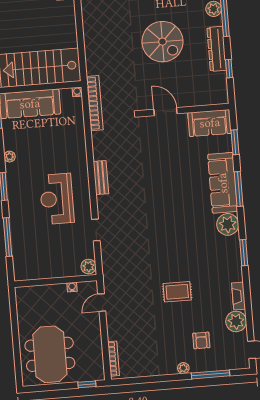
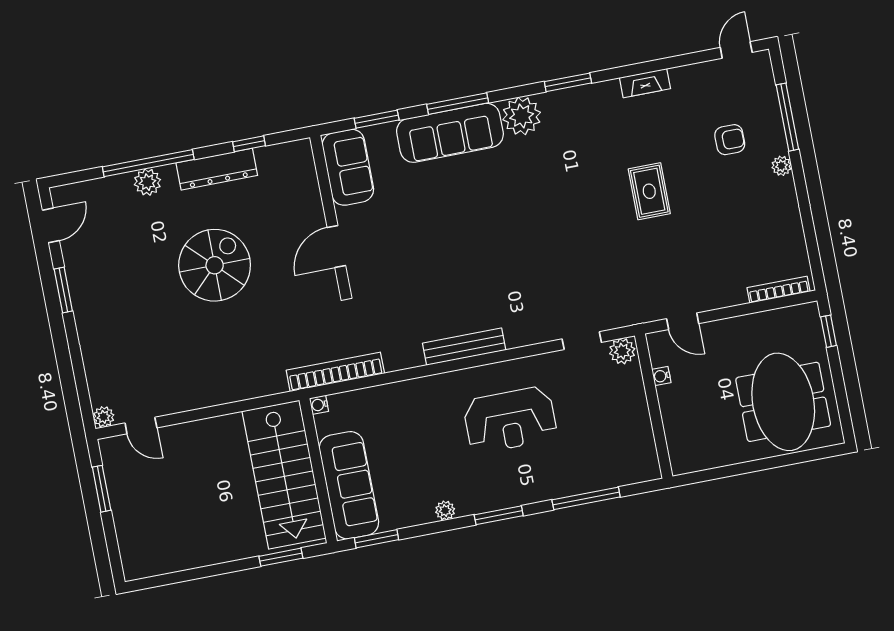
bench: (101, 178) -> (464, 347), width x1.36
doorway: (96, 230) -> (582, 341), moved
plant: (236, 321) -> (690, 82), removed
meeting table: (50, 354) -> (783, 402), turned 90

